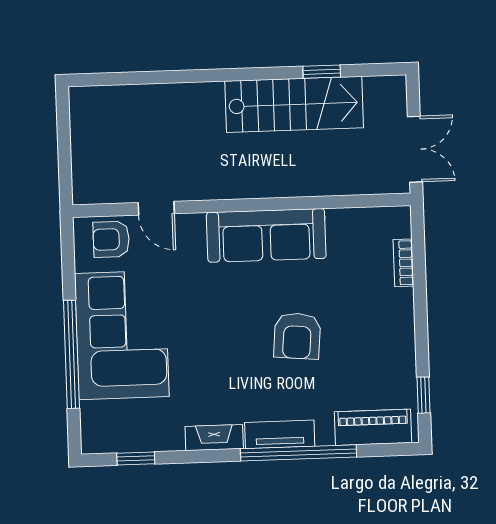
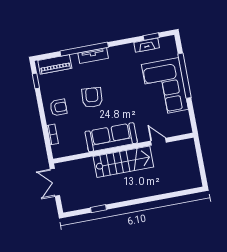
stairs: (294, 104) -> (123, 162), moved, turned 180
armchair: (111, 239) -> (58, 107), moved
fireplace: (214, 438) -> (147, 45), moved

